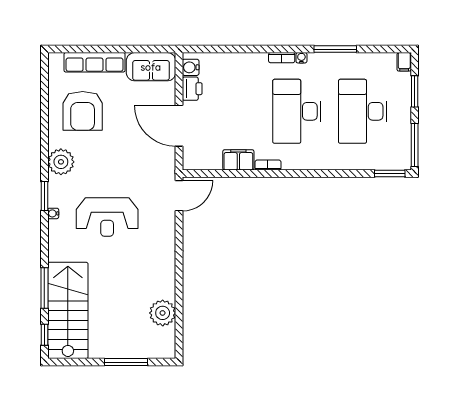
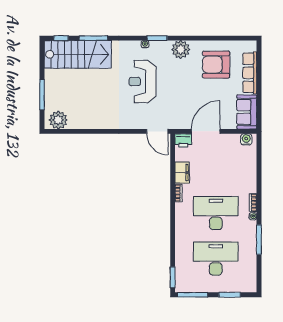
filing cabinet: (404, 62) -> (250, 287), removed
printer: (192, 89) -> (183, 141), moved
plant: (163, 313) -> (58, 120), moved

